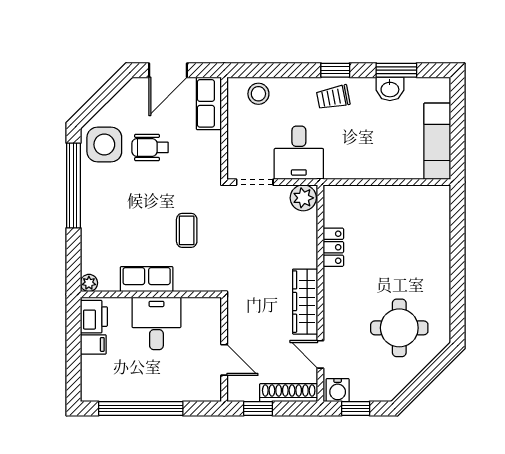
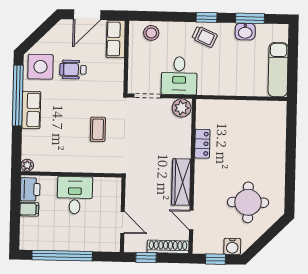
trolley: (333, 97) -> (205, 37), turned -145
row of seats: (147, 279) -> (31, 110), moved, turned 90
water cooler: (338, 390) -> (232, 246), moved

